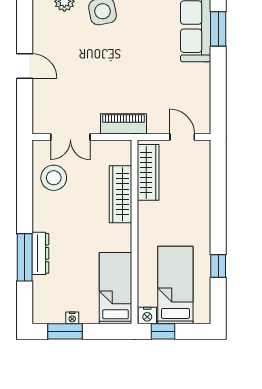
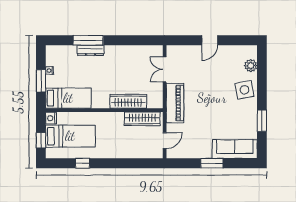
window: (218, 29) -> (212, 163), moved
piano: (123, 124) -> (175, 103), width x1.37, depth x1.33
stool: (54, 178) -> (139, 59), removed
window: (65, 331) -> (41, 81), moved
window: (163, 331) -> (41, 140), moved

